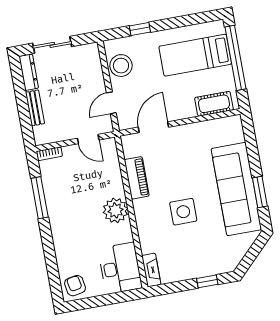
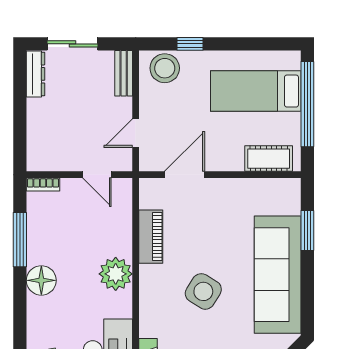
stool: (121, 66) -> (165, 68), moved
bench: (35, 108) -> (124, 73), moved
window: (260, 192) -> (307, 231), moved
side table: (183, 212) -> (203, 291), turned 32
floor lamp: (61, 225) -> (41, 280), added

